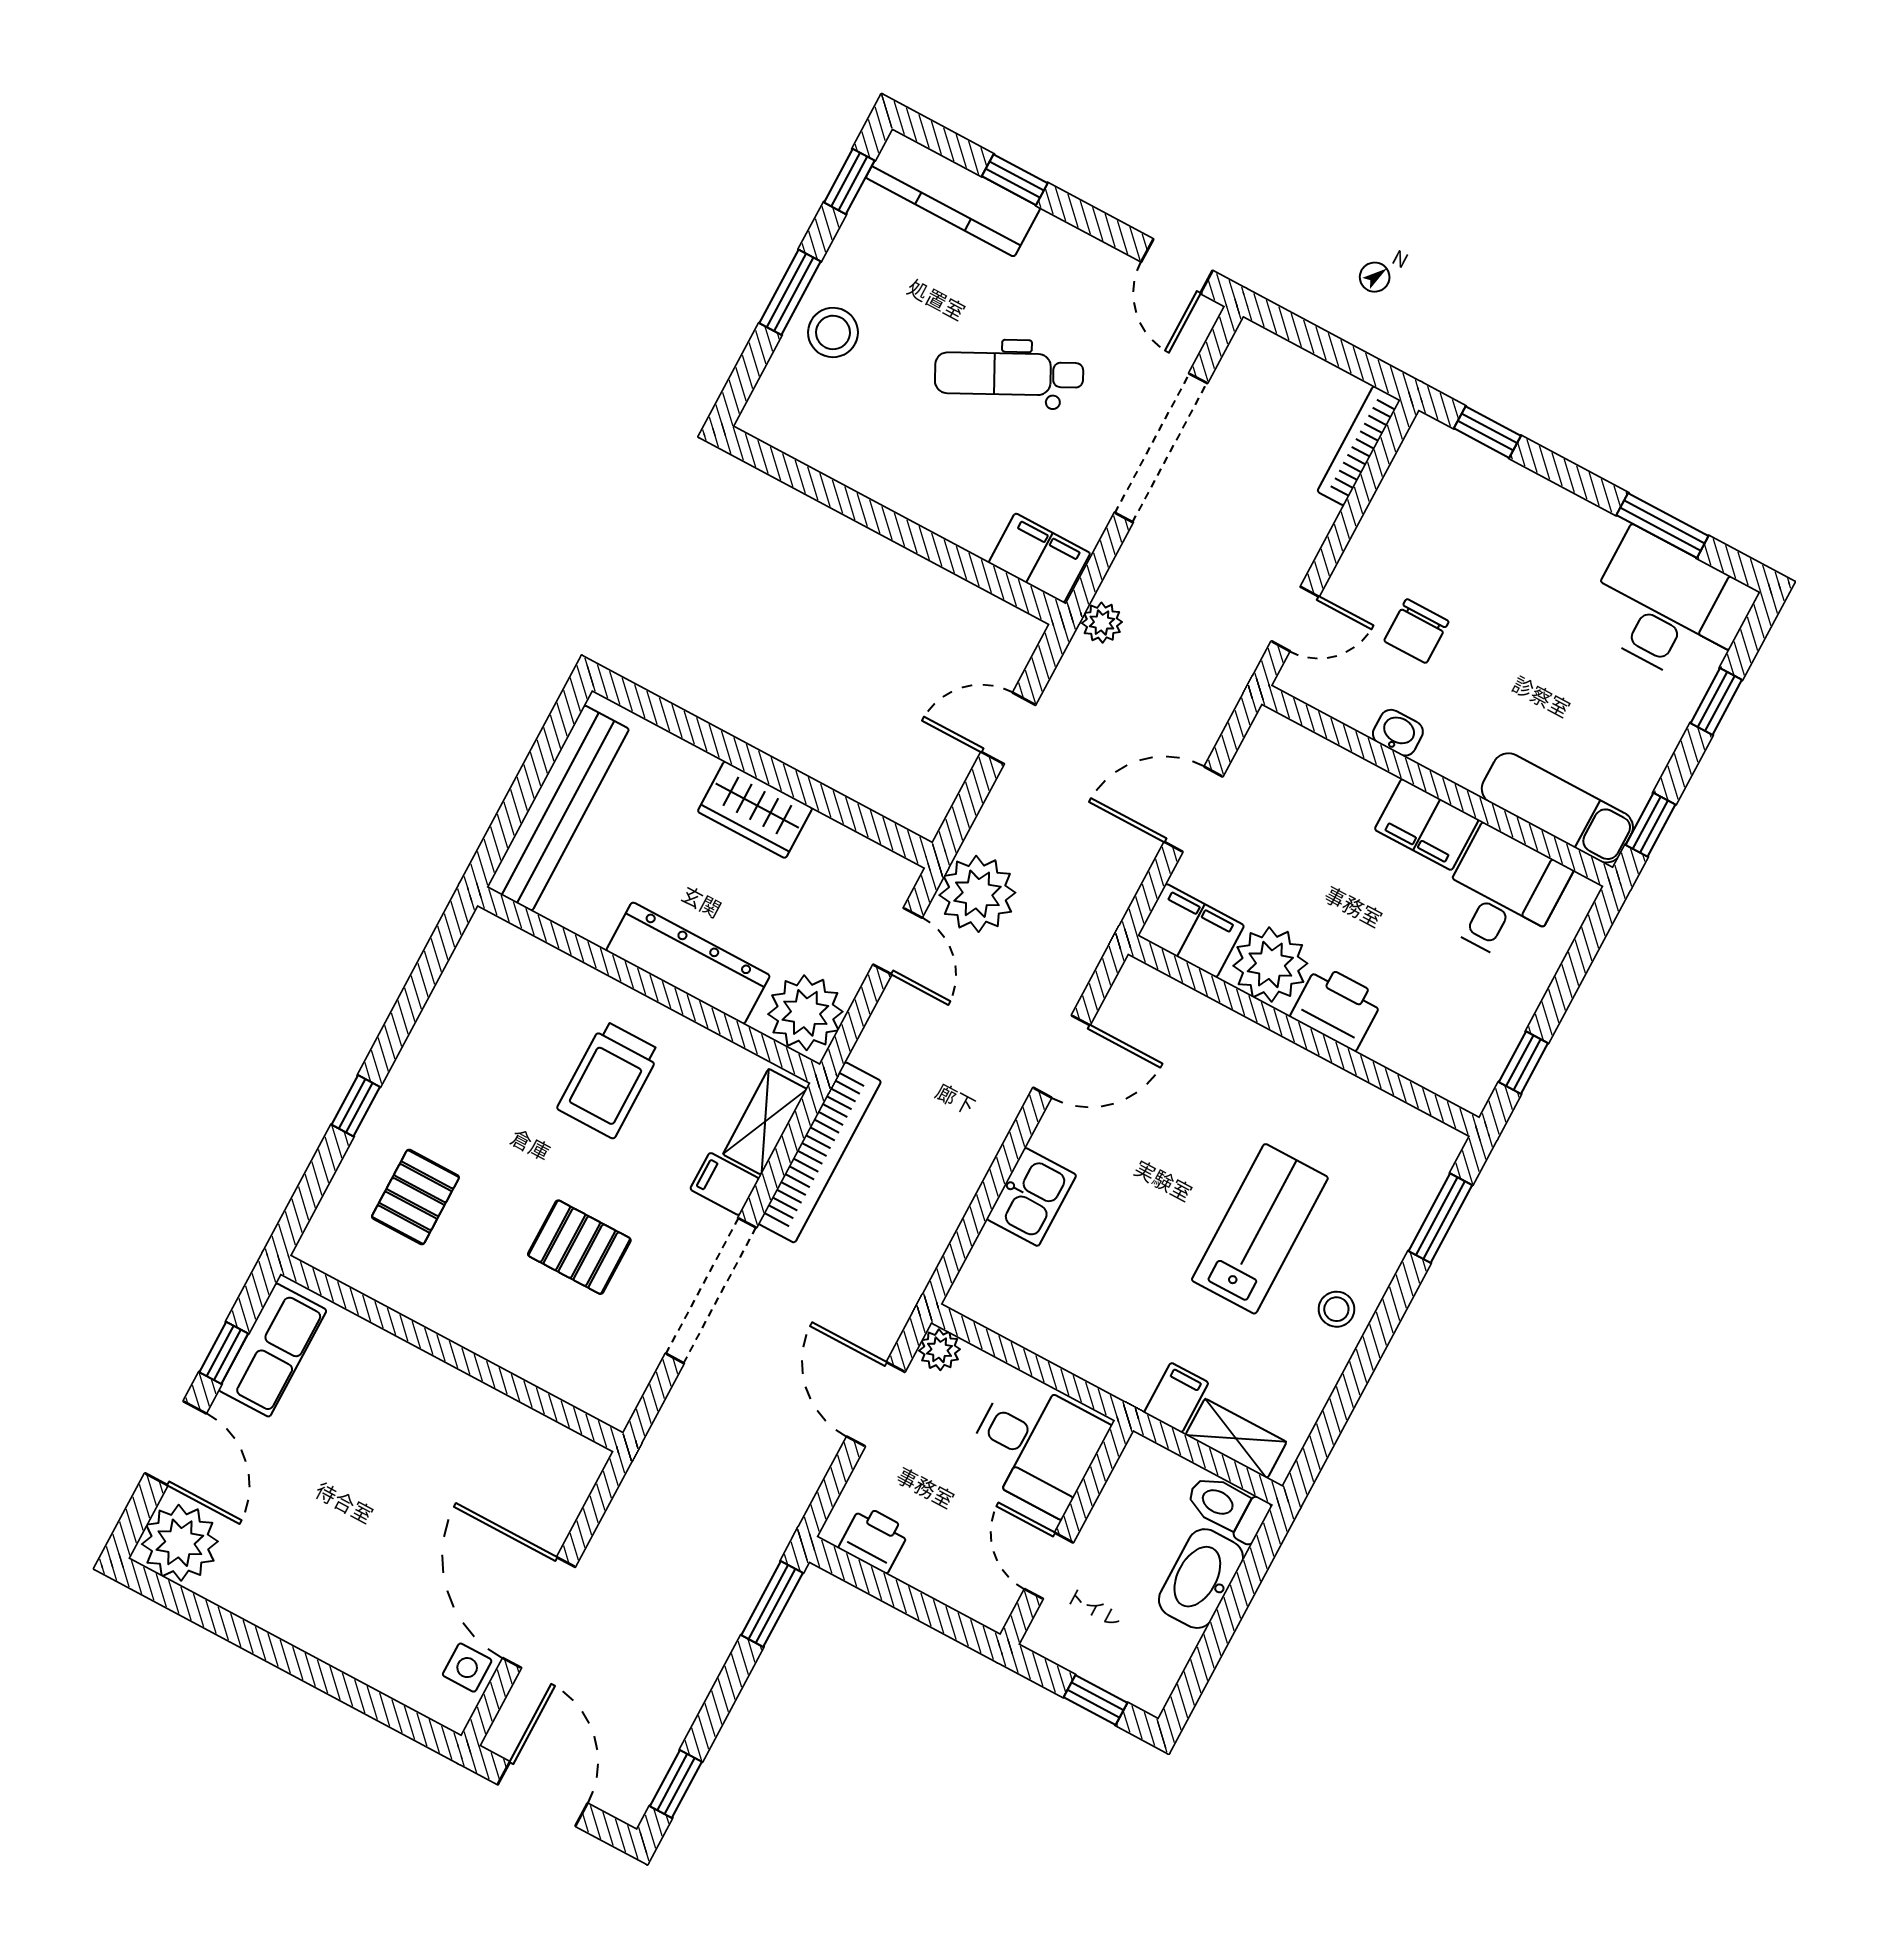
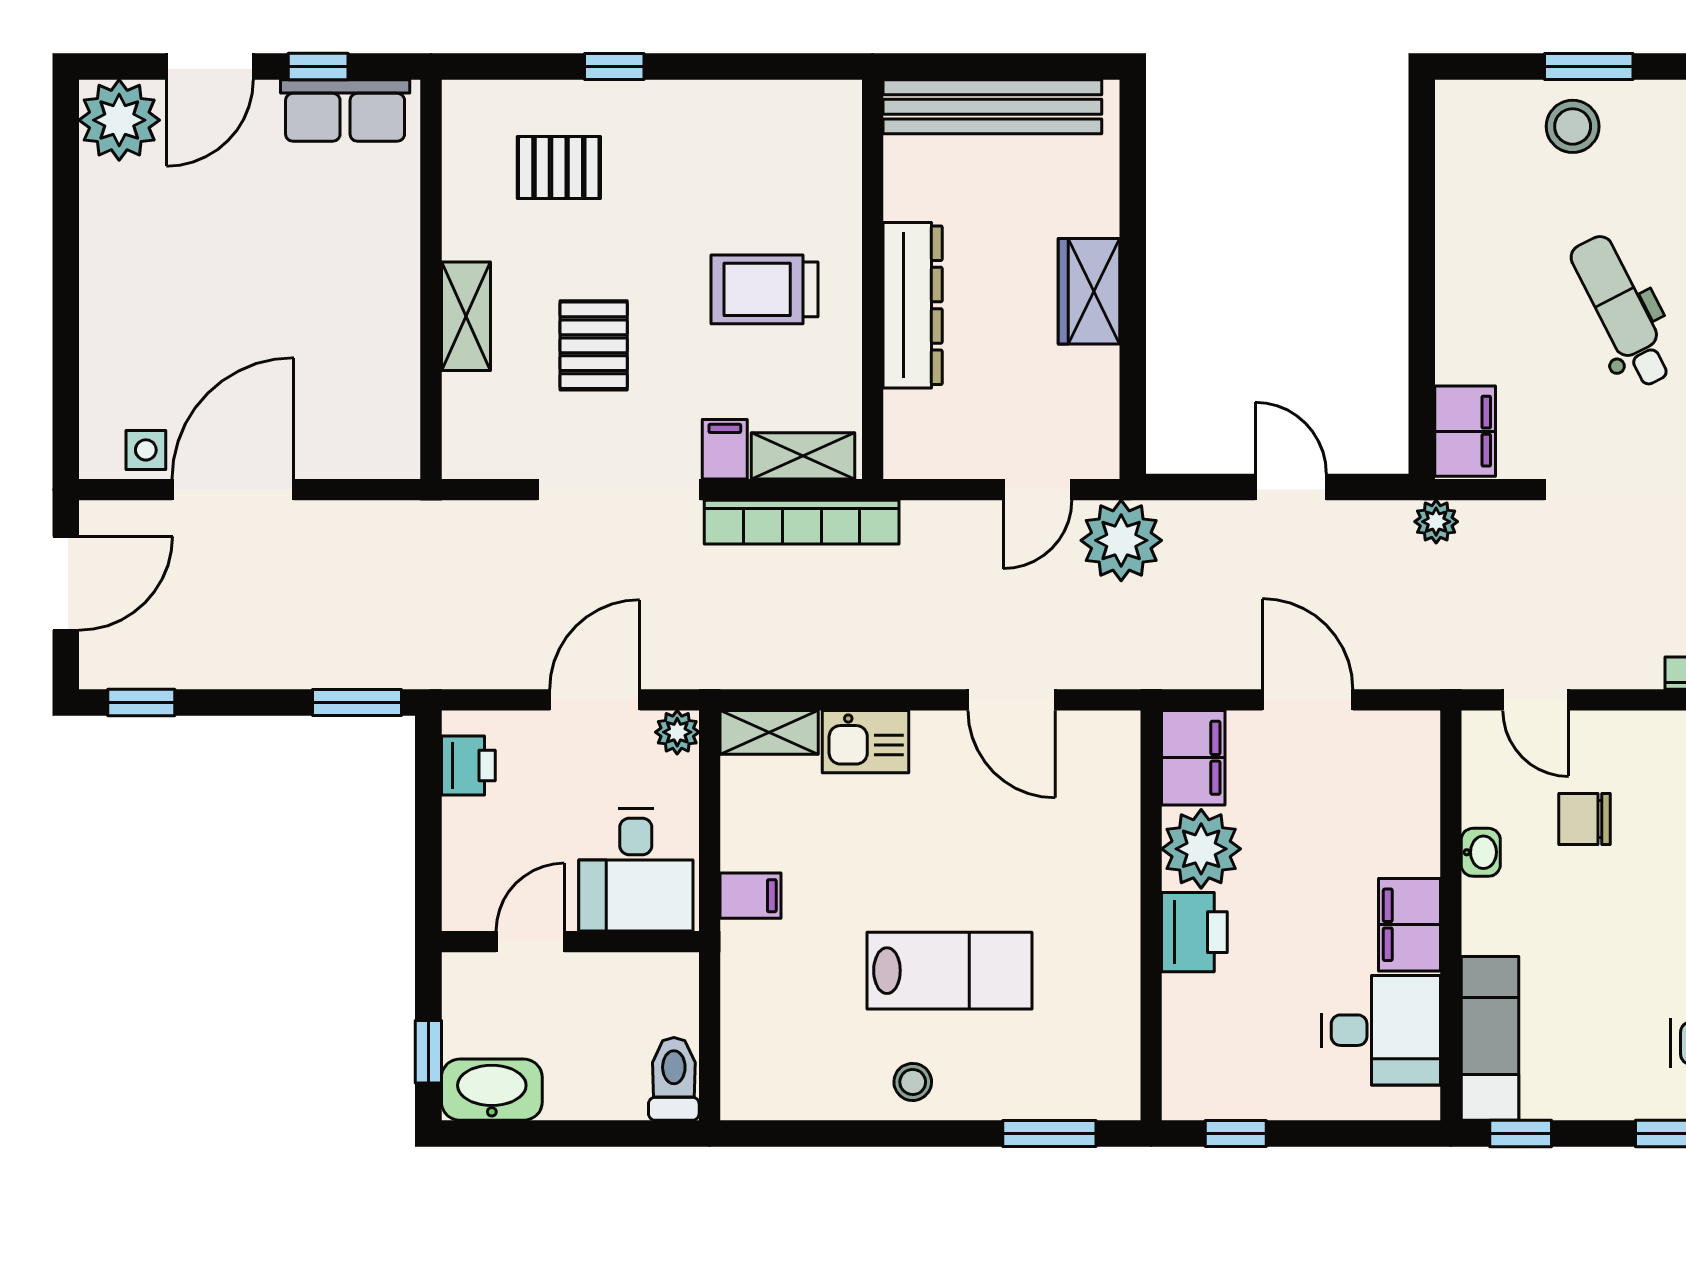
plant: (805, 1013) -> (925, 439), removed
shelving: (498, 1341) -> (466, 316), added
filing cabinet: (1176, 1398) -> (751, 896), moved
shelving: (1236, 1438) -> (769, 732), moved, turned 90
washbasin: (1201, 1579) -> (492, 1090), moved

